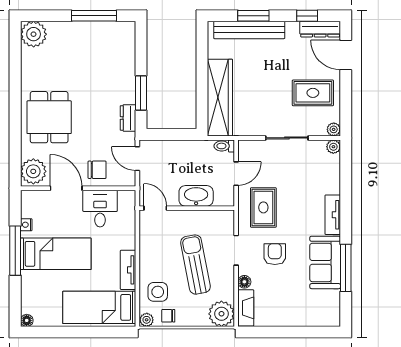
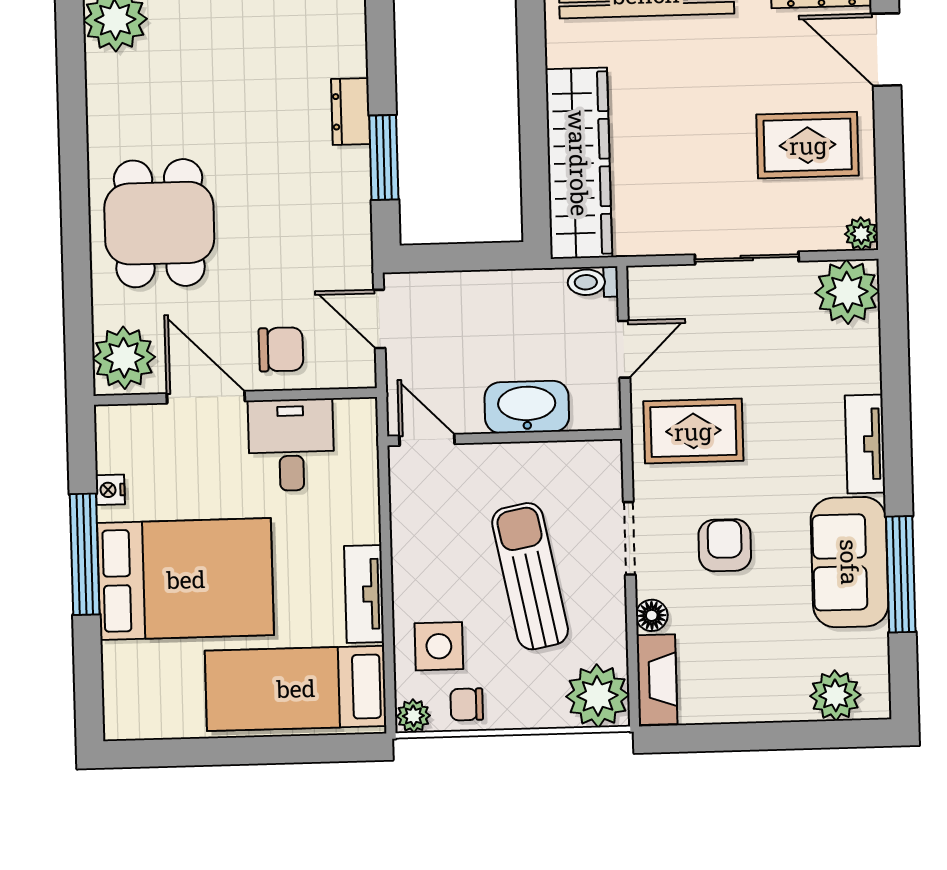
dresser: (128, 118) -> (351, 111), moved
plant: (333, 147) -> (847, 292), width x1.88, depth x1.88
rug: (263, 207) -> (693, 431), turned 90
bed: (56, 254) -> (186, 579), width x1.50
plant: (318, 316) -> (835, 695), added
floor lamp: (27, 320) -> (118, 726), removed

